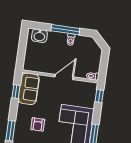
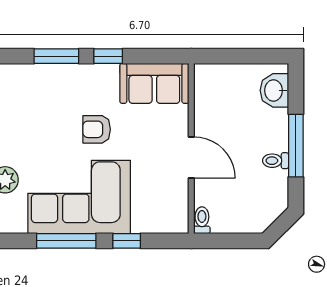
window: (16, 92) -> (108, 56), moved
window: (99, 96) -> (127, 241), moved
armchair: (38, 124) -> (97, 129), moved

